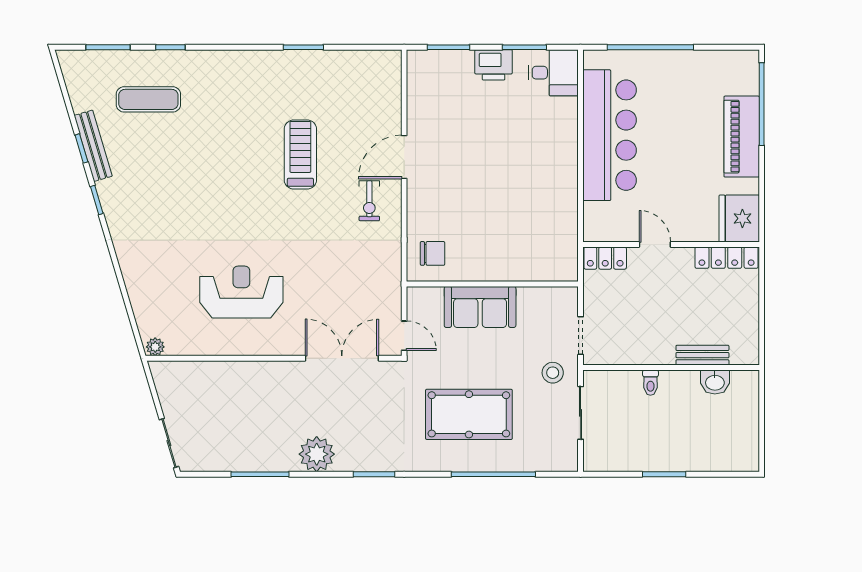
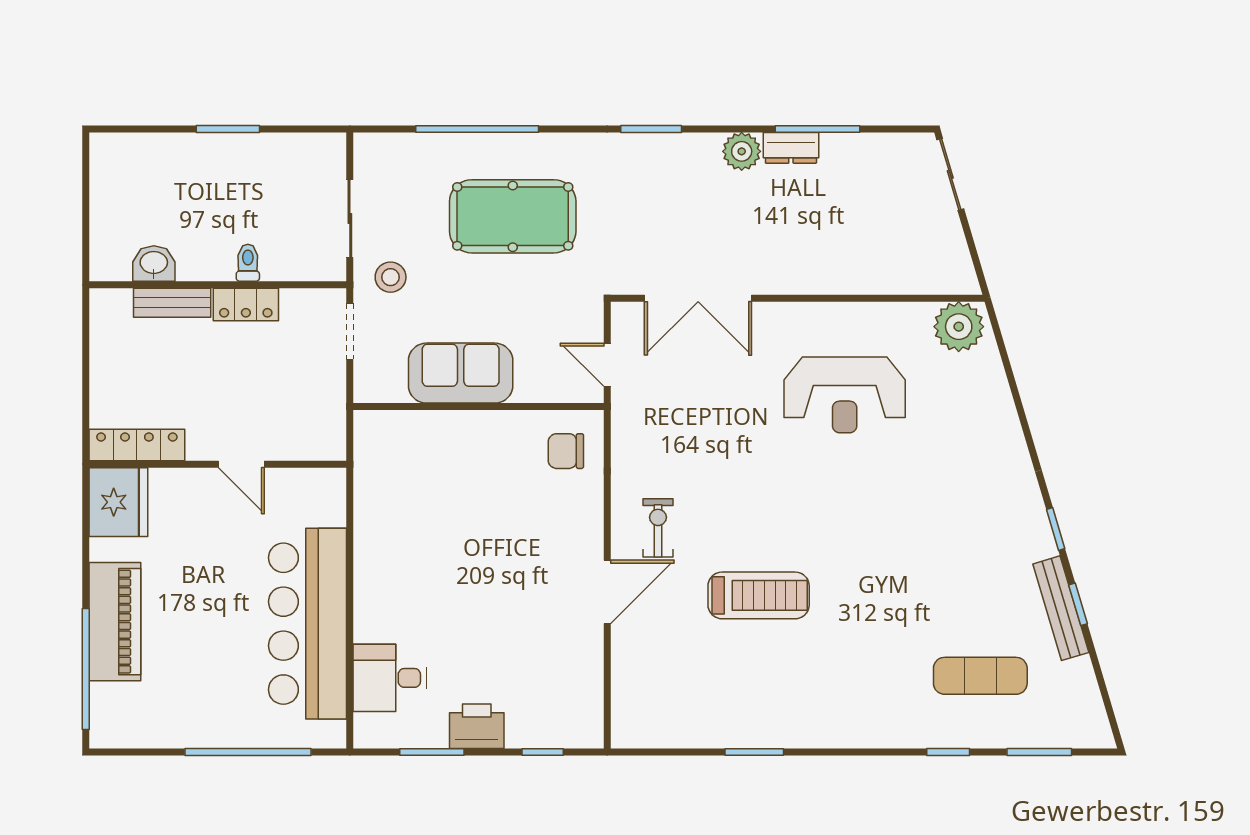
window: (448, 47) -> (543, 752), width x0.67
desk: (553, 73) -> (390, 678), moved
treadmill: (300, 154) -> (759, 595), turned -90
locker: (605, 258) -> (246, 305), moved, turned 180
sofa: (480, 307) -> (461, 373), moved
door: (404, 336) -> (607, 365), moved
plant: (155, 347) -> (959, 327), width x1.87, depth x1.87
plant: (317, 454) -> (742, 151), width x0.73, depth x0.73
dresser: (278, 461) -> (791, 148), added

